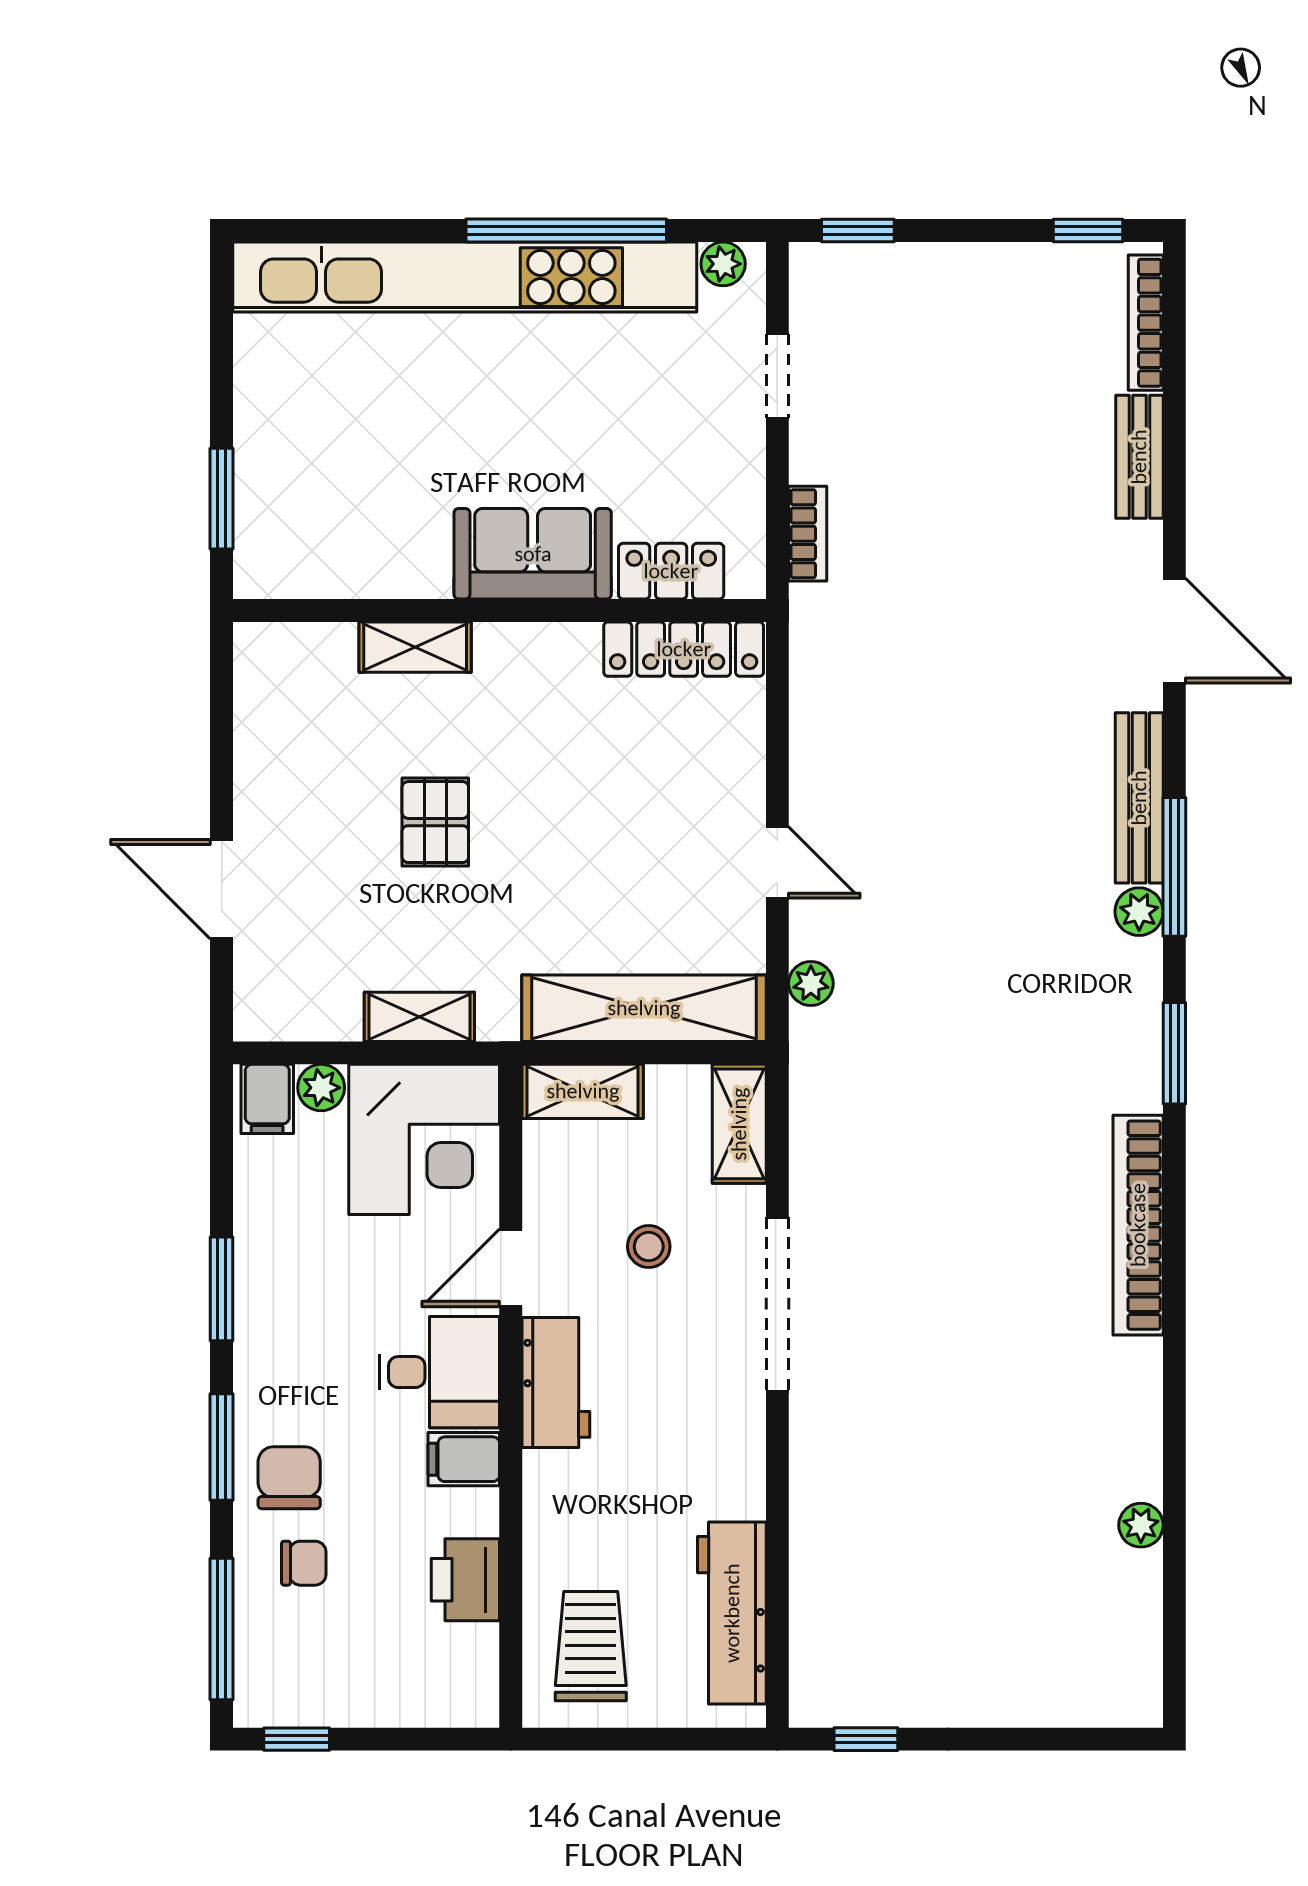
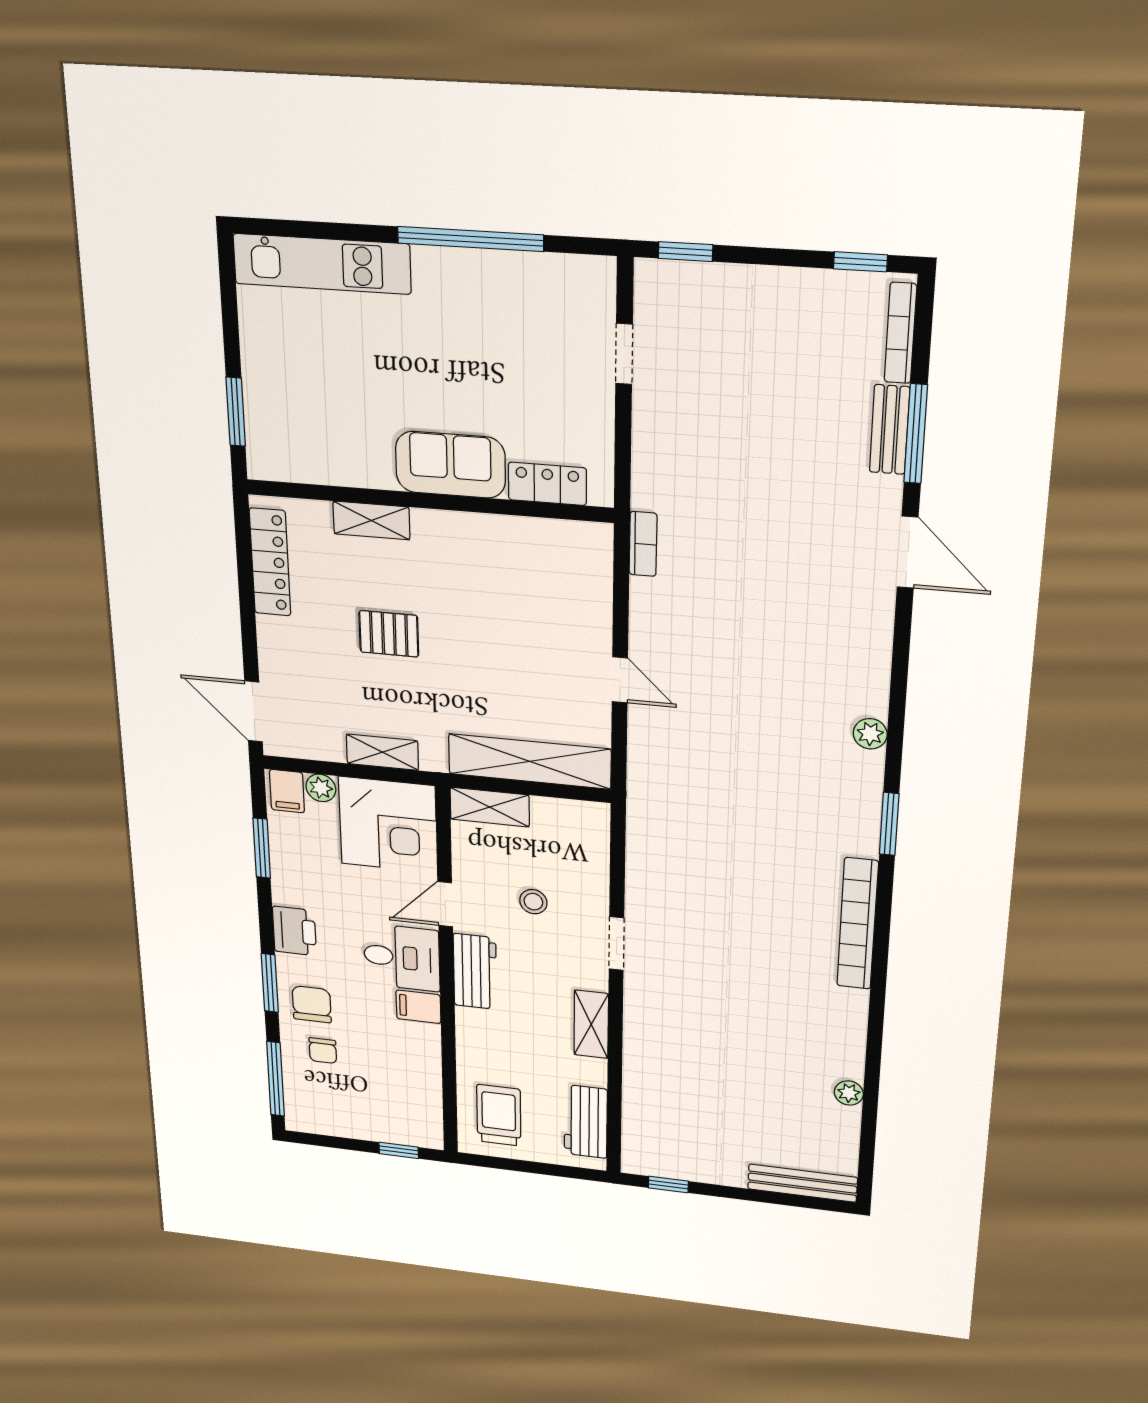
plant: (723, 264) -> (585, 270), removed
kitchen unit: (465, 277) -> (322, 264), width x0.54
bookcase: (808, 534) -> (643, 544), moved
locker: (684, 649) -> (270, 562), moved, turned -90
bench: (1139, 798) -> (802, 1183), moved, turned 90
pallet: (435, 822) -> (389, 634), turned 90
window: (1174, 867) -> (916, 434), moved
door: (222, 889) -> (254, 711), moved
plant: (811, 983) -> (642, 757), removed
shelving: (739, 1124) -> (591, 1024), moved
window: (222, 1289) -> (262, 848), moved
doorway: (777, 1304) -> (616, 944), width x0.53
chair: (304, 1563) -> (323, 1051), turned 90
printer: (465, 1580) -> (294, 931), moved, turned 180
workbench: (732, 1613) -> (586, 1122), width x0.73
window: (297, 1739) -> (399, 1150), moved

